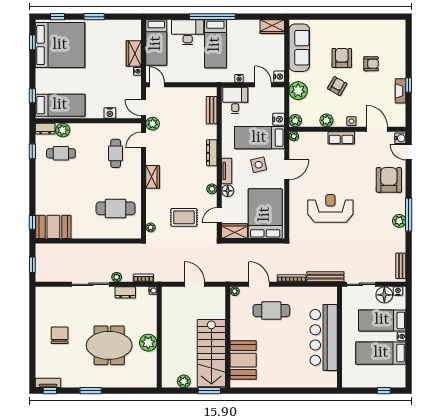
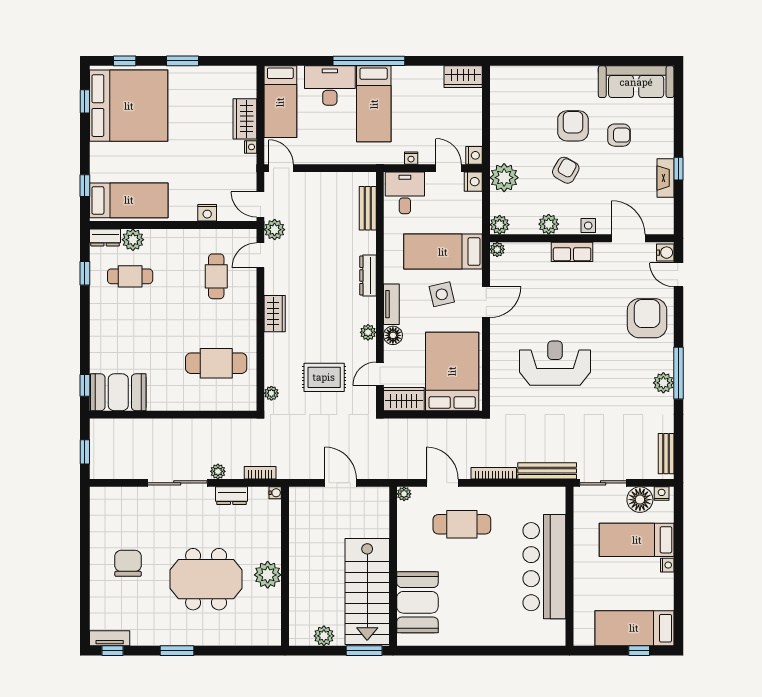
sofa: (299, 48) -> (636, 82), moved, turned 90
nightstand: (279, 119) -> (473, 182), moved
bed: (381, 353) -> (634, 628), moved

